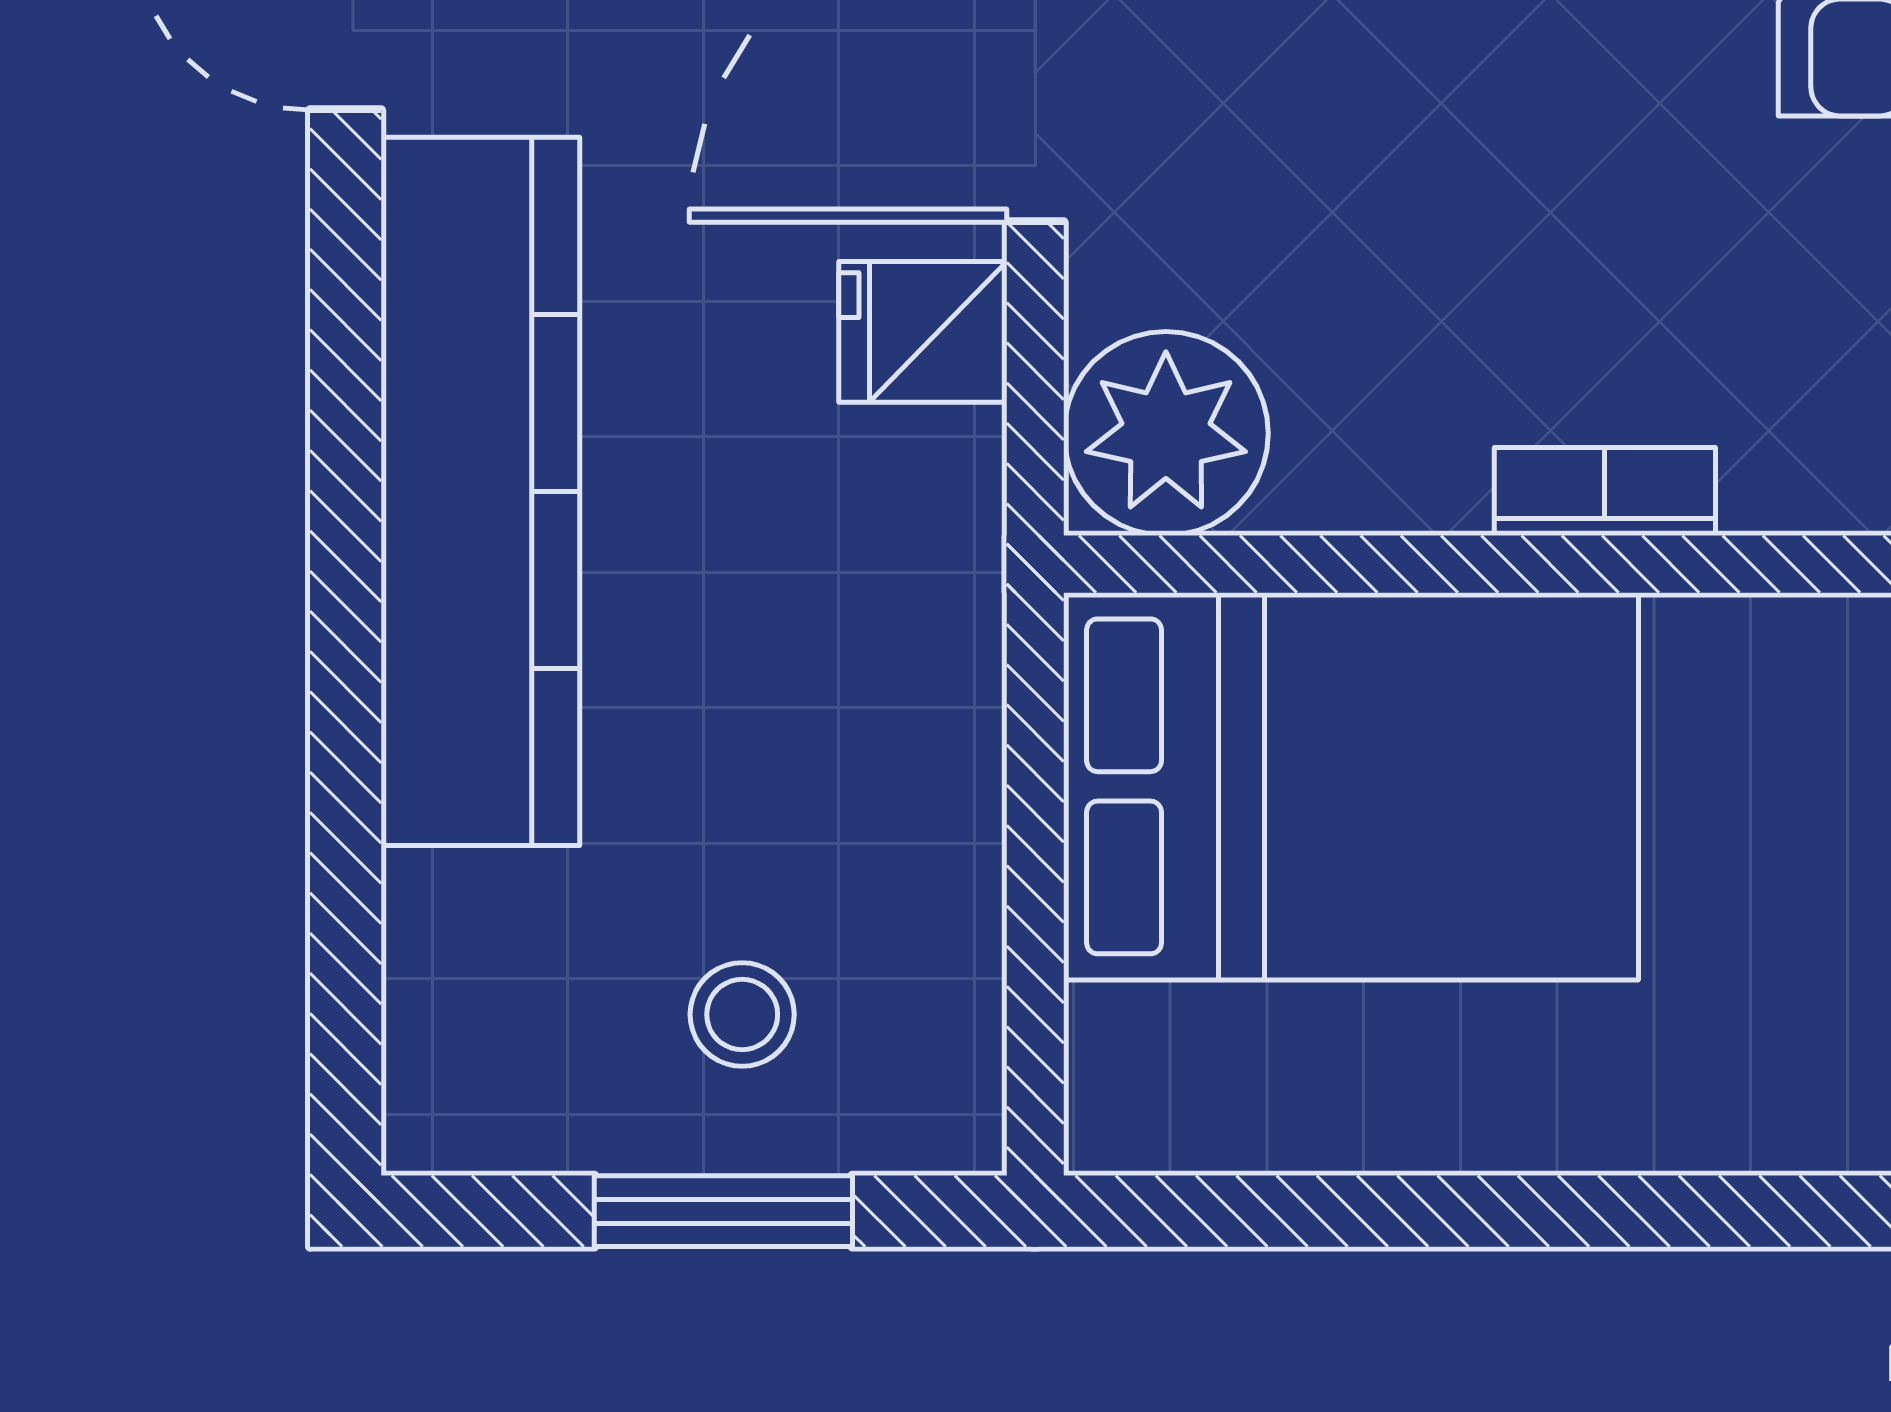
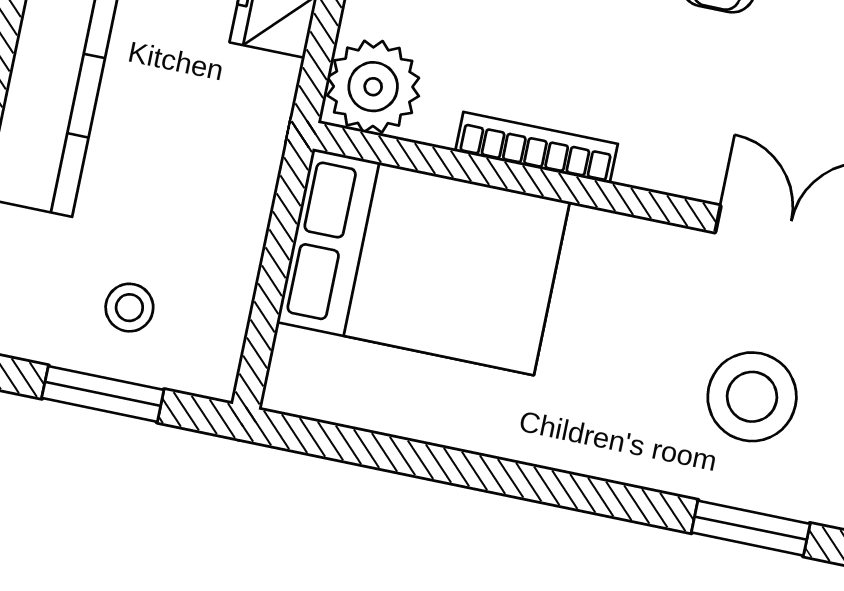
bookcase: (1605, 491) -> (536, 148), width x1.56

